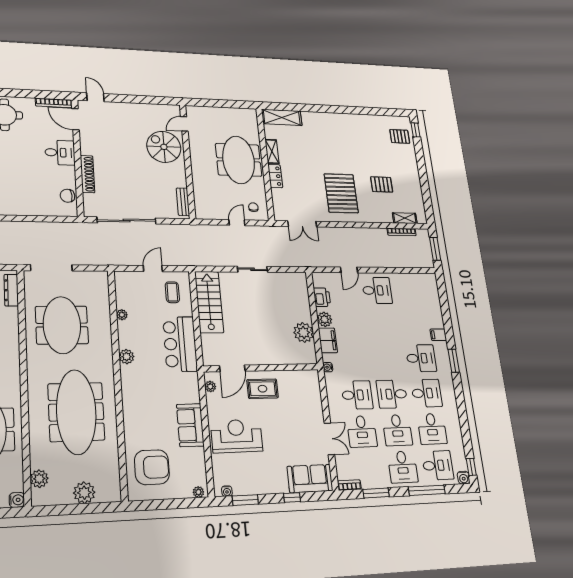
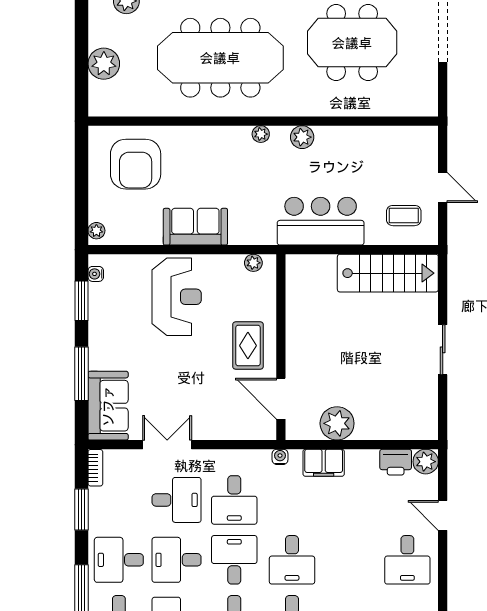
plant: (122, 315) -> (261, 134), moved
plant: (325, 319) -> (426, 462), moved
desk: (387, 359) -> (292, 560), added
door: (232, 368) -> (281, 399), moved
desk: (362, 431) -> (177, 500), turned 180
double door: (329, 439) -> (167, 445), swing flipped
window: (292, 497) -> (81, 374), width x2.17

